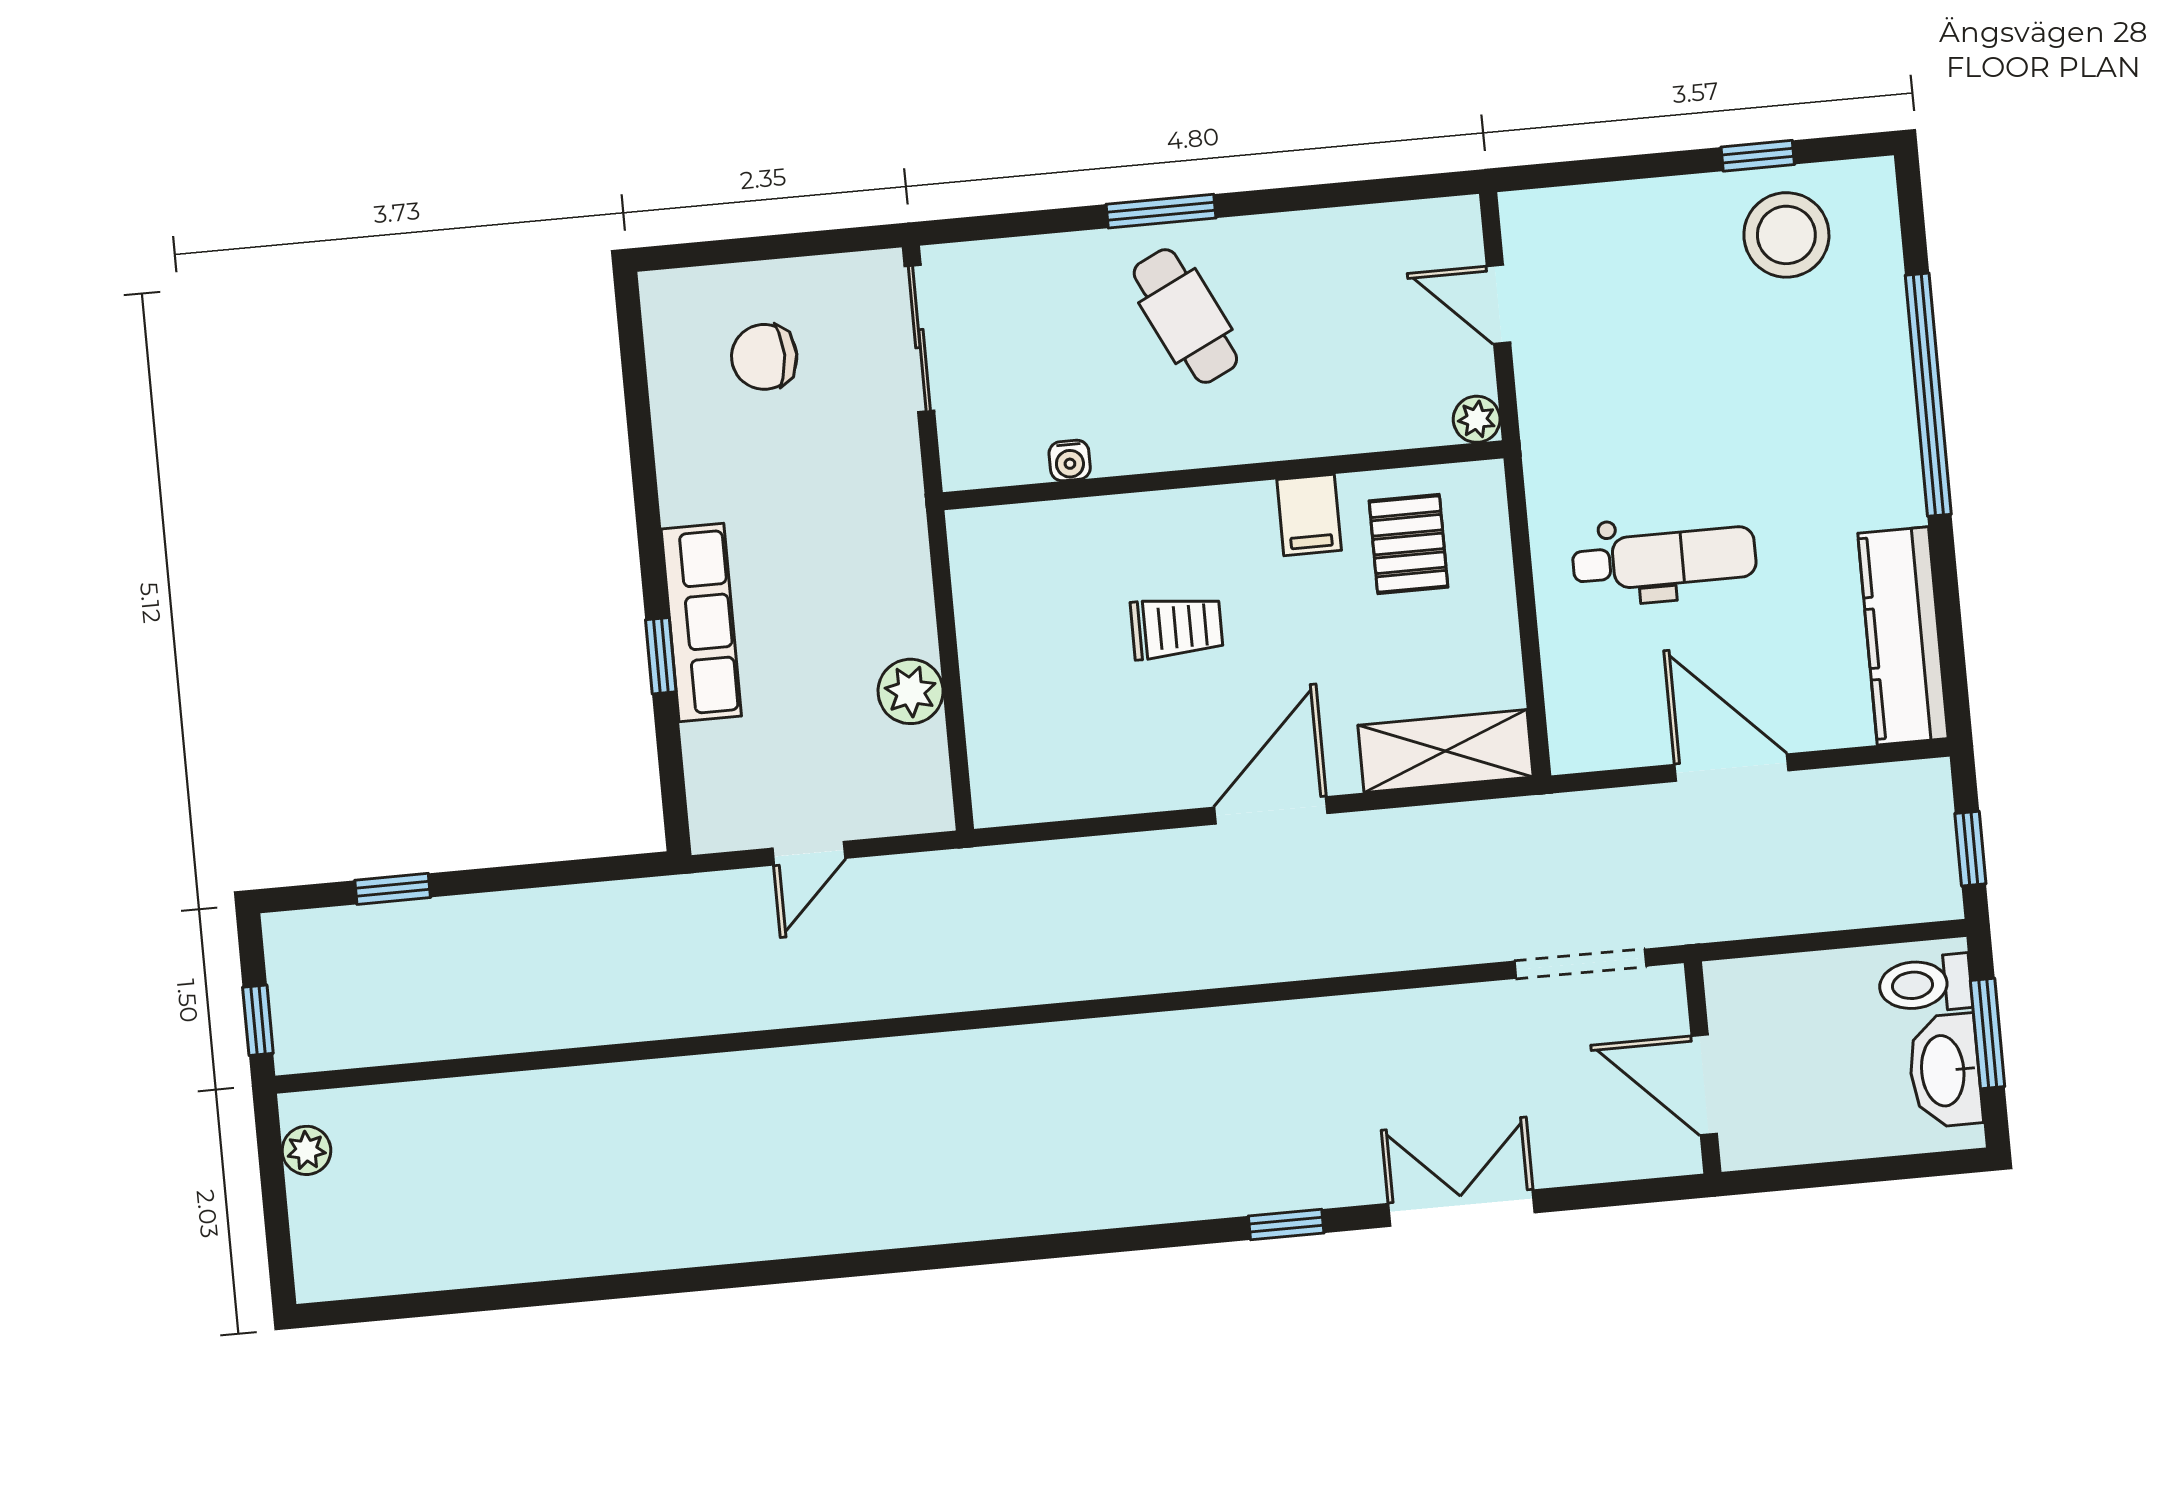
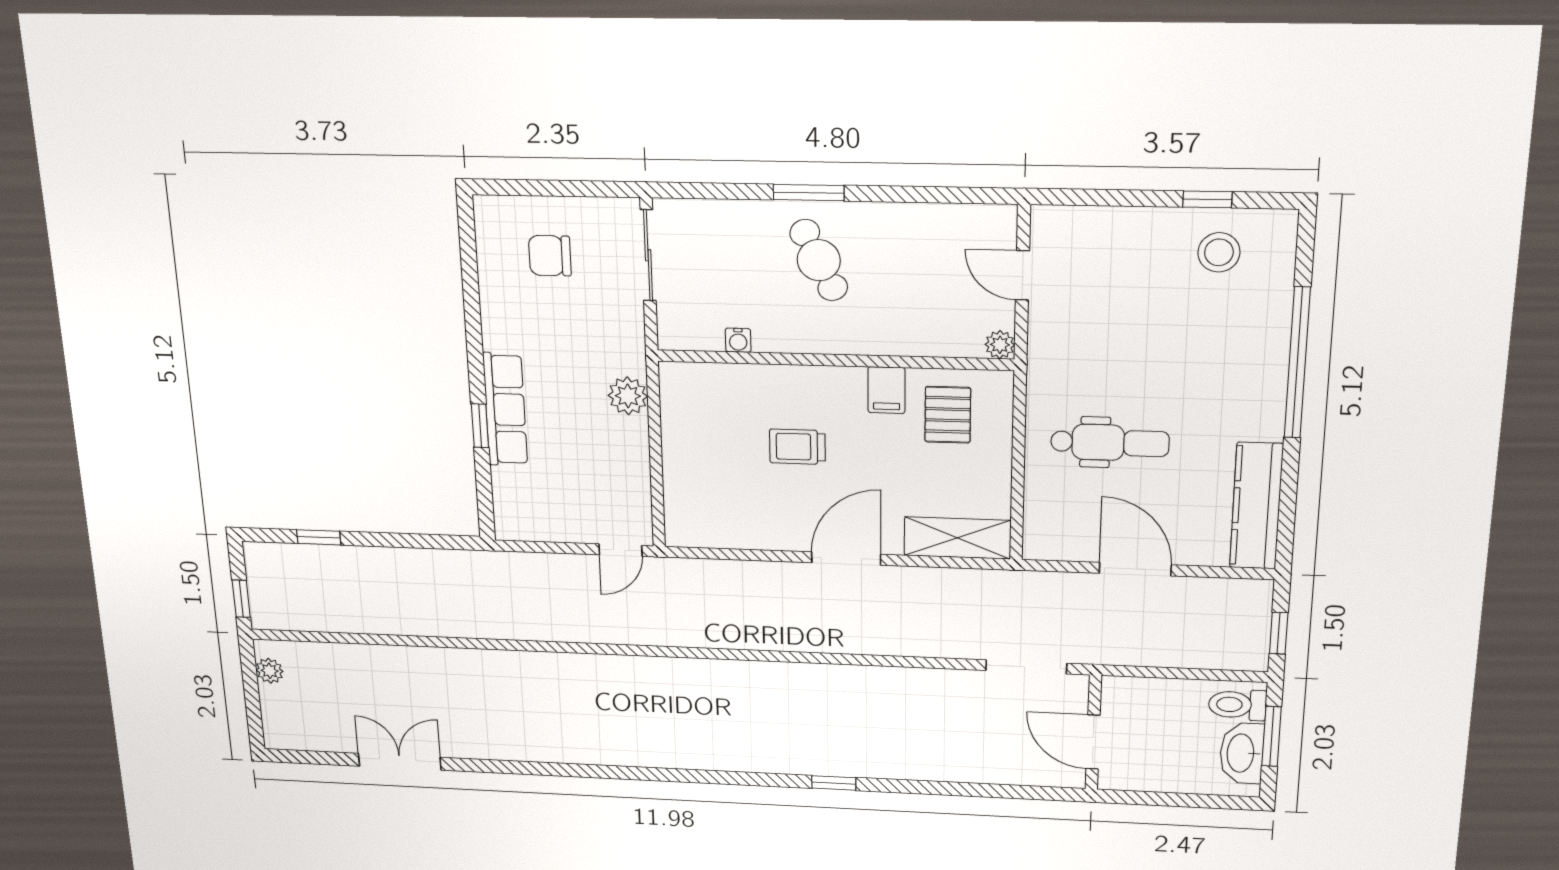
stool: (1786, 235) -> (1219, 252), width x0.73, depth x0.73
trolley: (1177, 627) -> (797, 447), turned 180
plant: (911, 691) -> (628, 396), moved
door: (809, 853) -> (620, 550), moved
double door: (1461, 1208) -> (400, 762), moved

